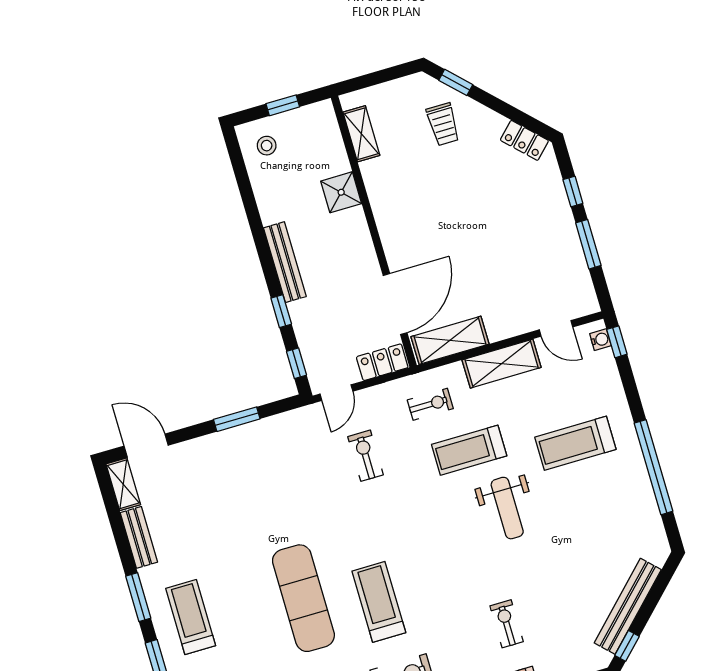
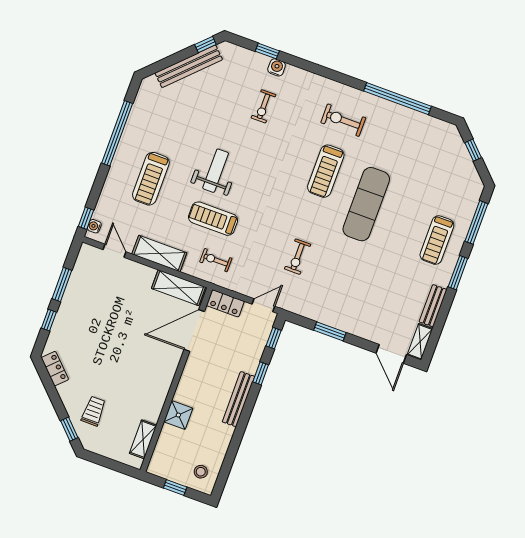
treadmill: (575, 443) -> (151, 179), turned 90
treadmill: (469, 450) -> (213, 219), turned 180
exercise bike: (366, 456) -> (298, 257), moved

